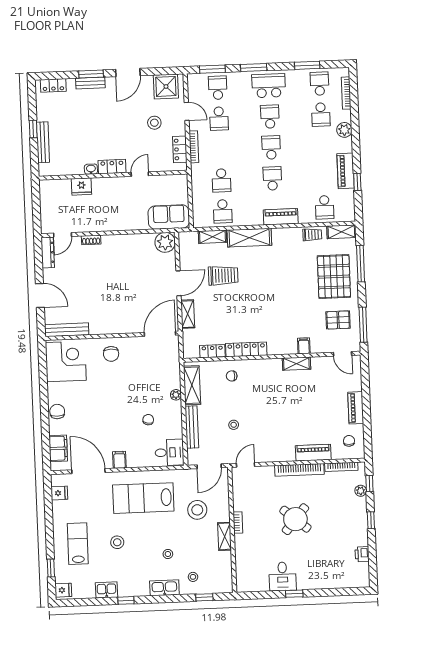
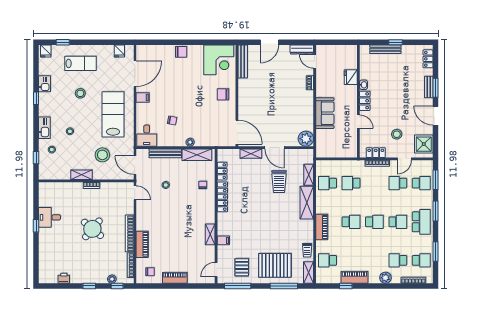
sofa: (169, 217) -> (325, 113), moved
filing cabinet: (58, 448) -> (153, 52), removed

